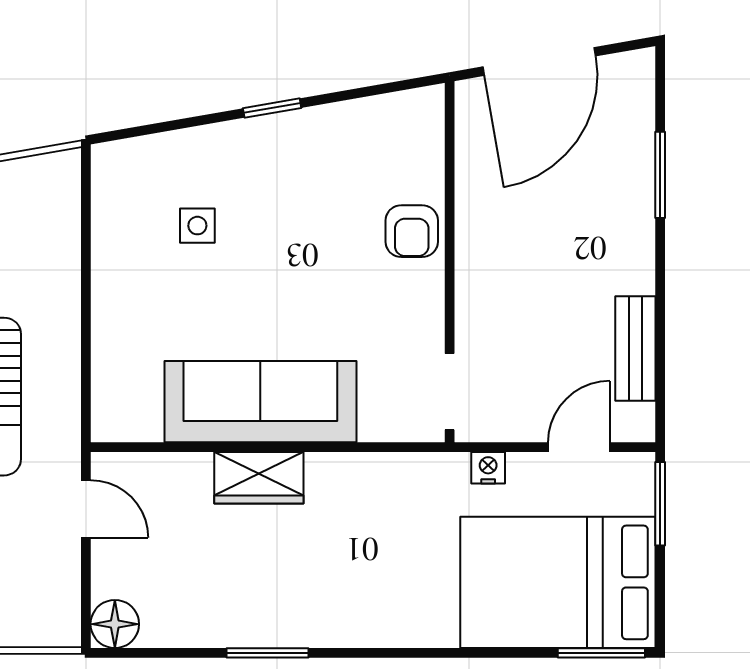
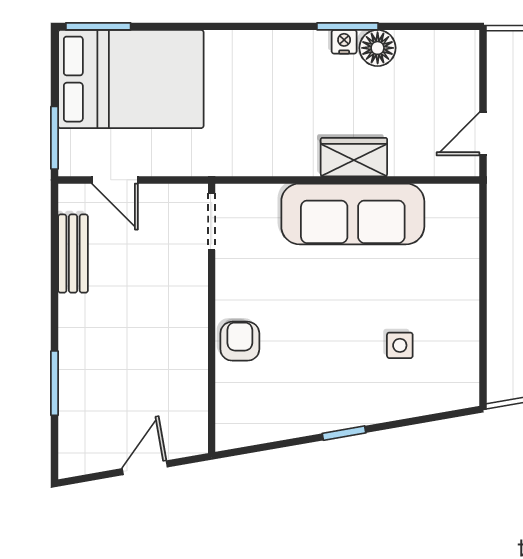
door: (539, 61) -> (145, 468), width x0.53
door: (579, 447) -> (115, 180), hinge flipped
nightstand: (488, 468) -> (344, 42), moved, turned 180
door: (86, 509) -> (483, 134), hinge flipped
floor lamp: (115, 624) -> (378, 48), moved

